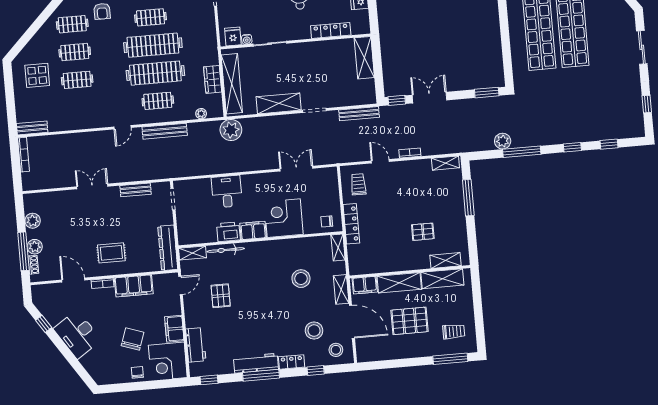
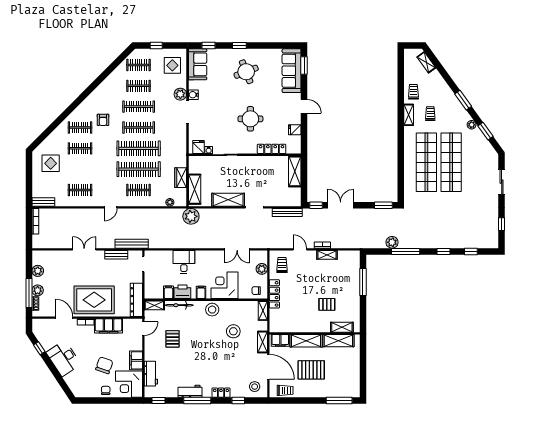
clothes rail: (151, 17) -> (139, 127), width x1.36
clothes rail: (77, 80) -> (80, 190), moved
shelving: (232, 84) -> (195, 189), width x0.68
bench: (165, 131) -> (132, 244), moved
shelving: (445, 163) -> (327, 255), moved
double door: (296, 169) -> (237, 249), swing flipped
plant: (332, 192) -> (262, 269), added
filing cabinet: (253, 230) -> (201, 292), width x0.50
filing cabinet: (210, 234) -> (169, 292), added
rug: (111, 253) -> (94, 300), width x1.86, depth x2.06
stool: (314, 331) -> (212, 310), moved
trolley: (454, 332) -> (285, 390), moved
workbench: (256, 363) -> (190, 391), width x0.73

